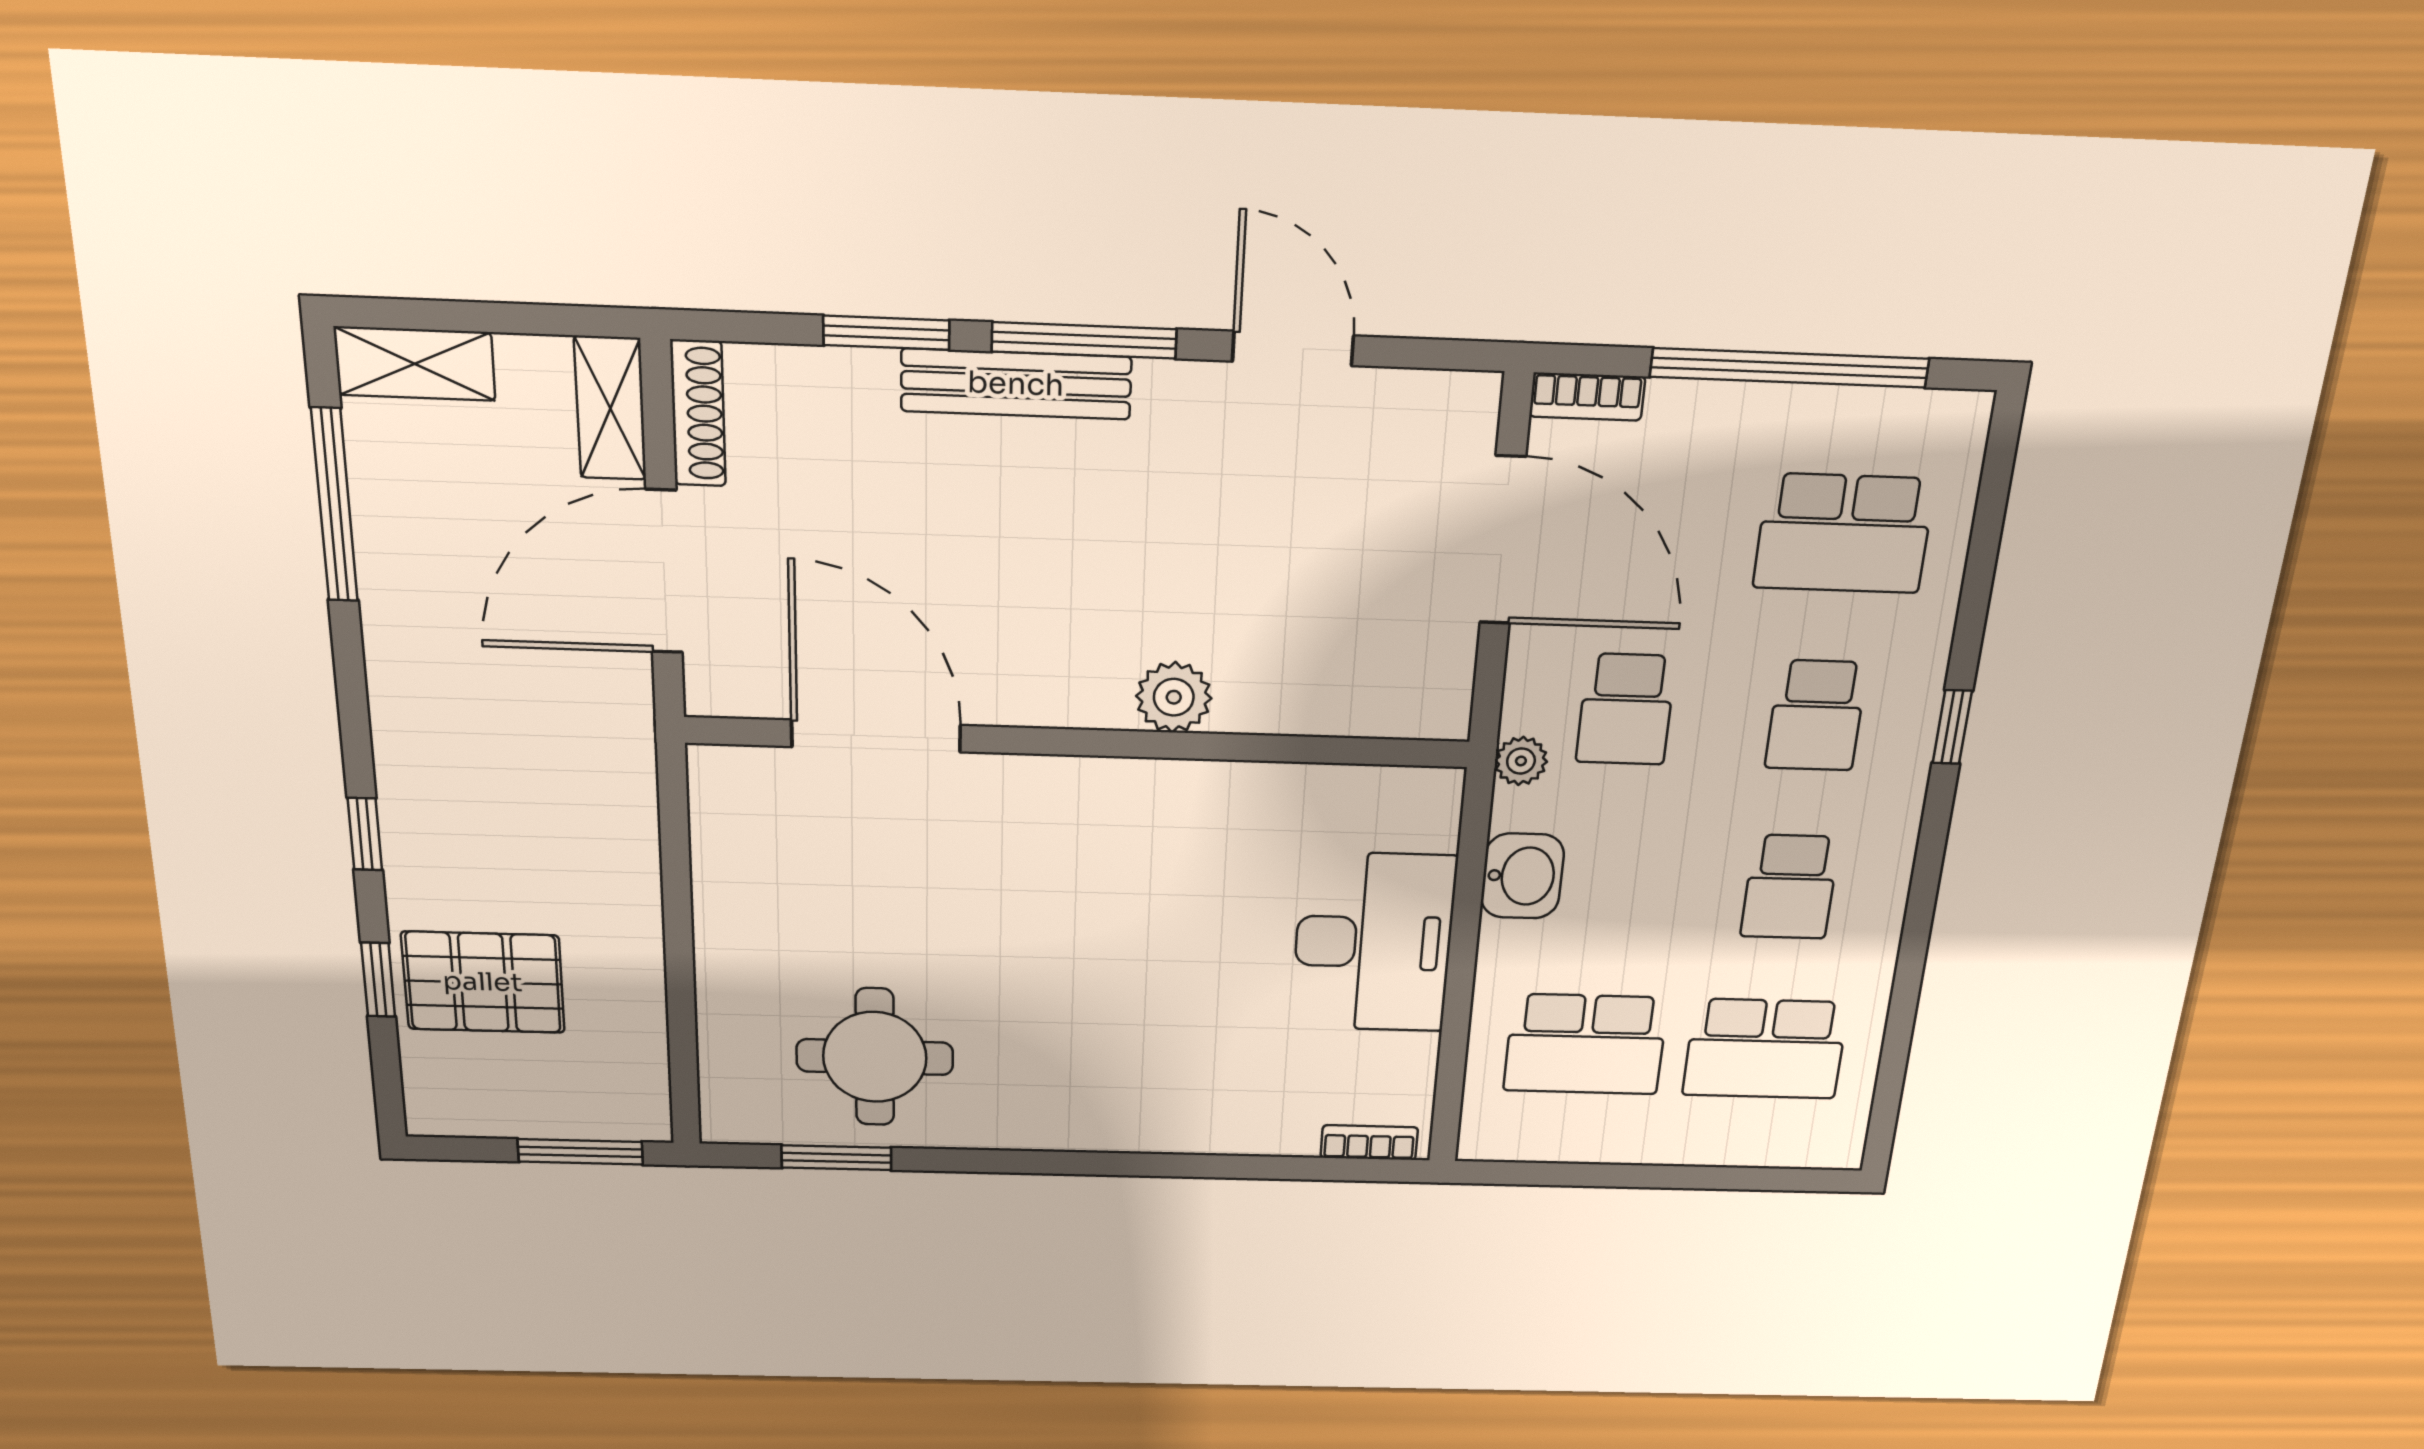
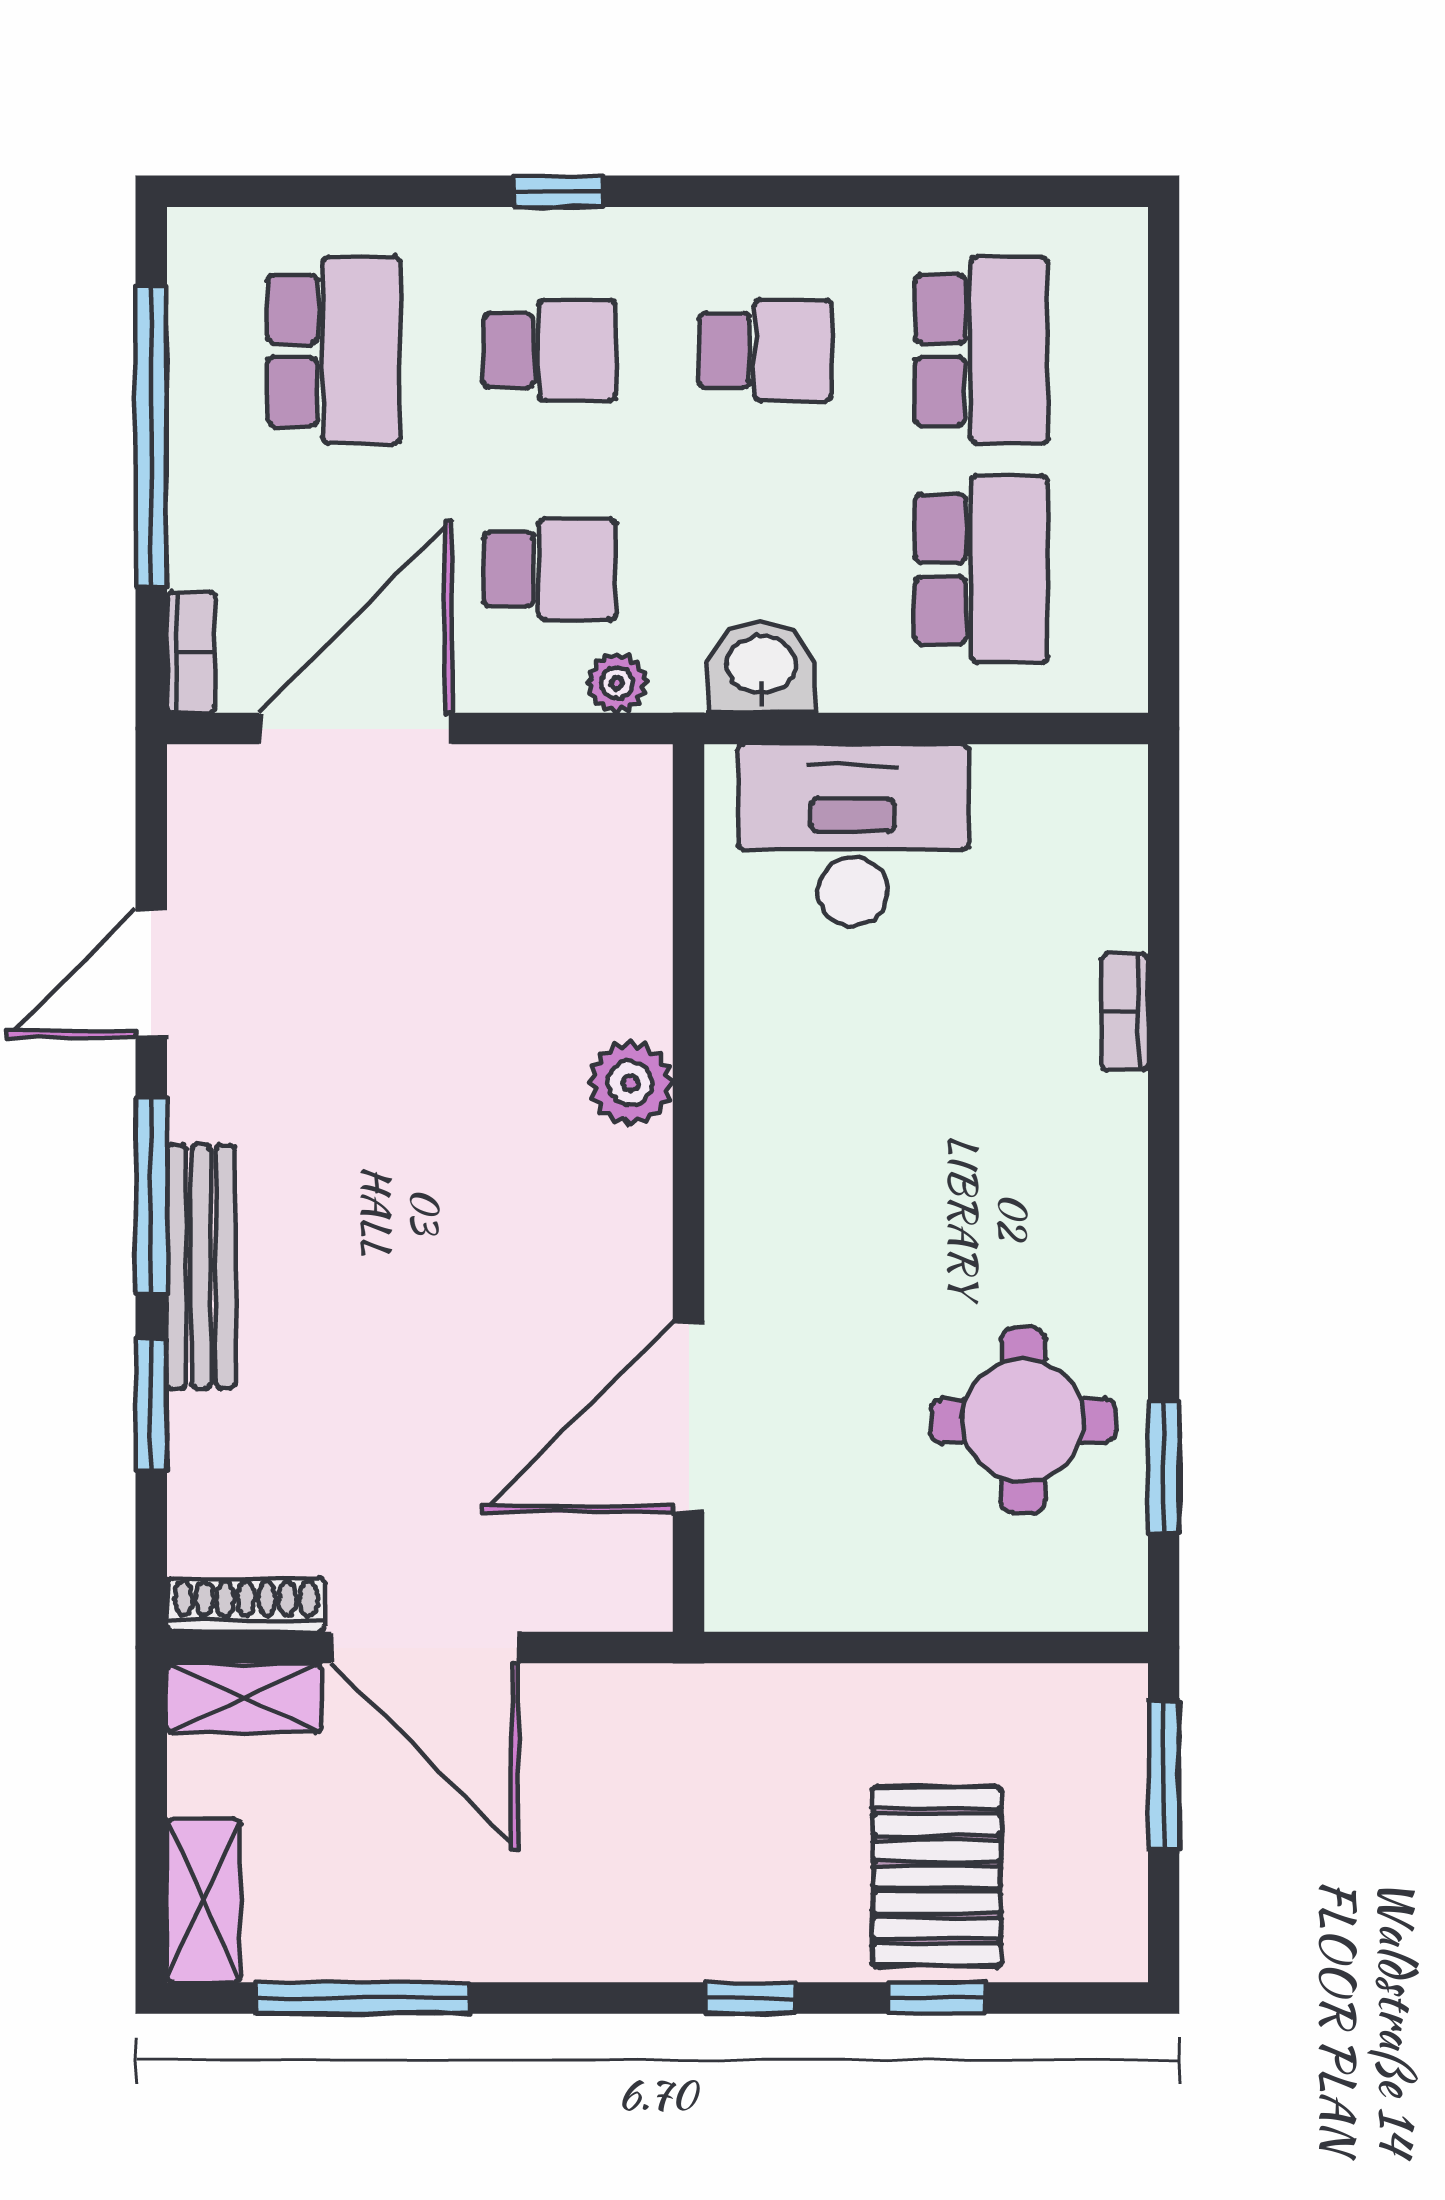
plant: (1174, 697) -> (630, 1083), moved
door: (876, 736) -> (689, 1417), moved
wall: (1079, 742) -> (689, 1188), moved
bookcase: (1369, 1143) -> (1125, 1012), moved

